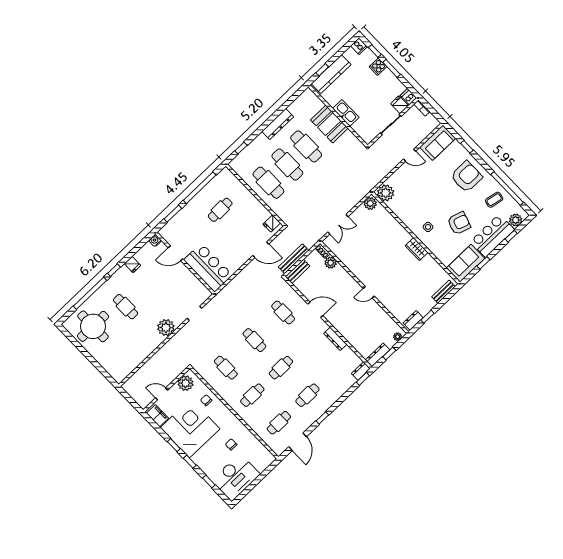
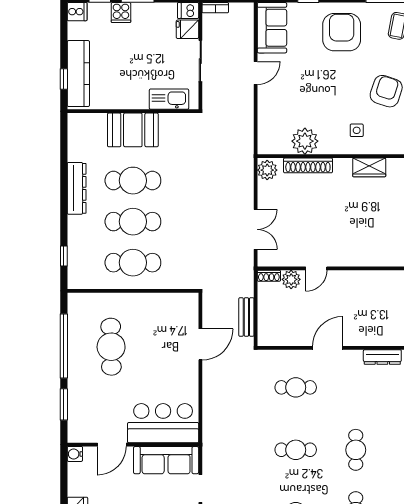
kitchen sink: (346, 113) -> (169, 99), moved
plant: (386, 193) -> (305, 141), moved
cafe table: (220, 210) -> (111, 347), width x1.37, depth x1.35
shoe rack: (390, 220) -> (308, 165), added
fridge: (272, 223) -> (183, 303), removed
bench: (294, 259) -> (246, 317), width x0.73
bench: (298, 271) -> (265, 326), removed
sofa: (192, 285) -> (166, 460), added
door: (369, 292) -> (316, 268), moved

